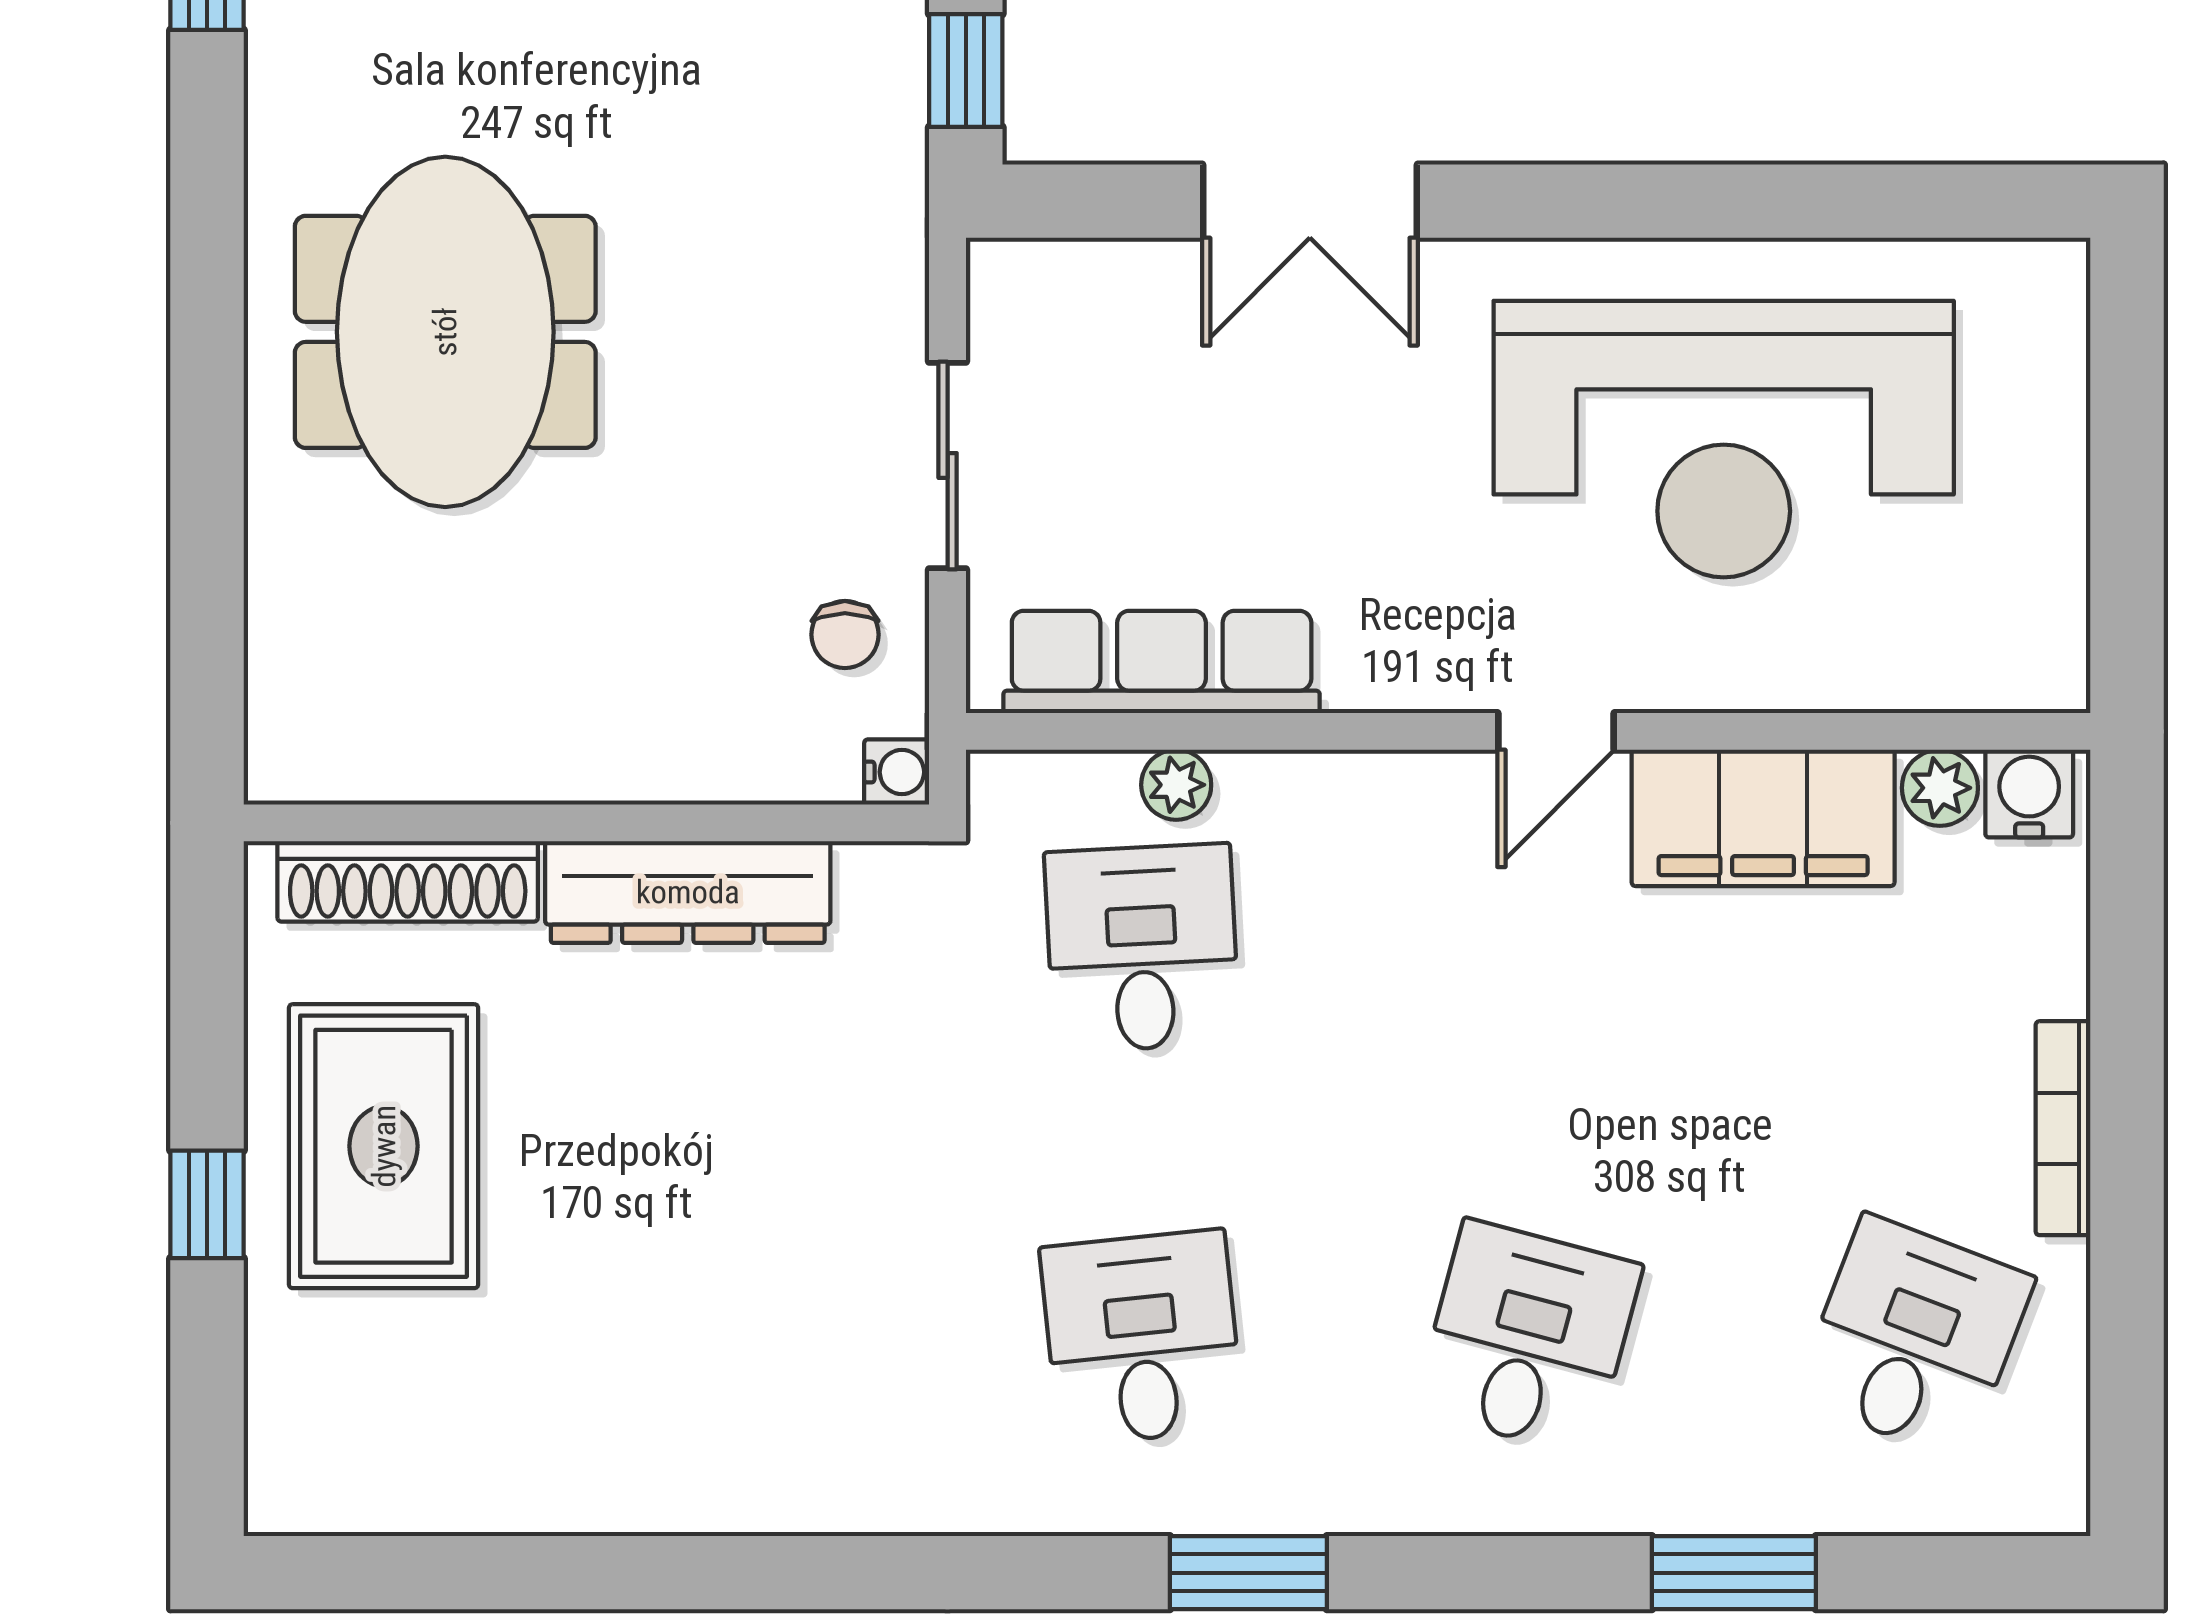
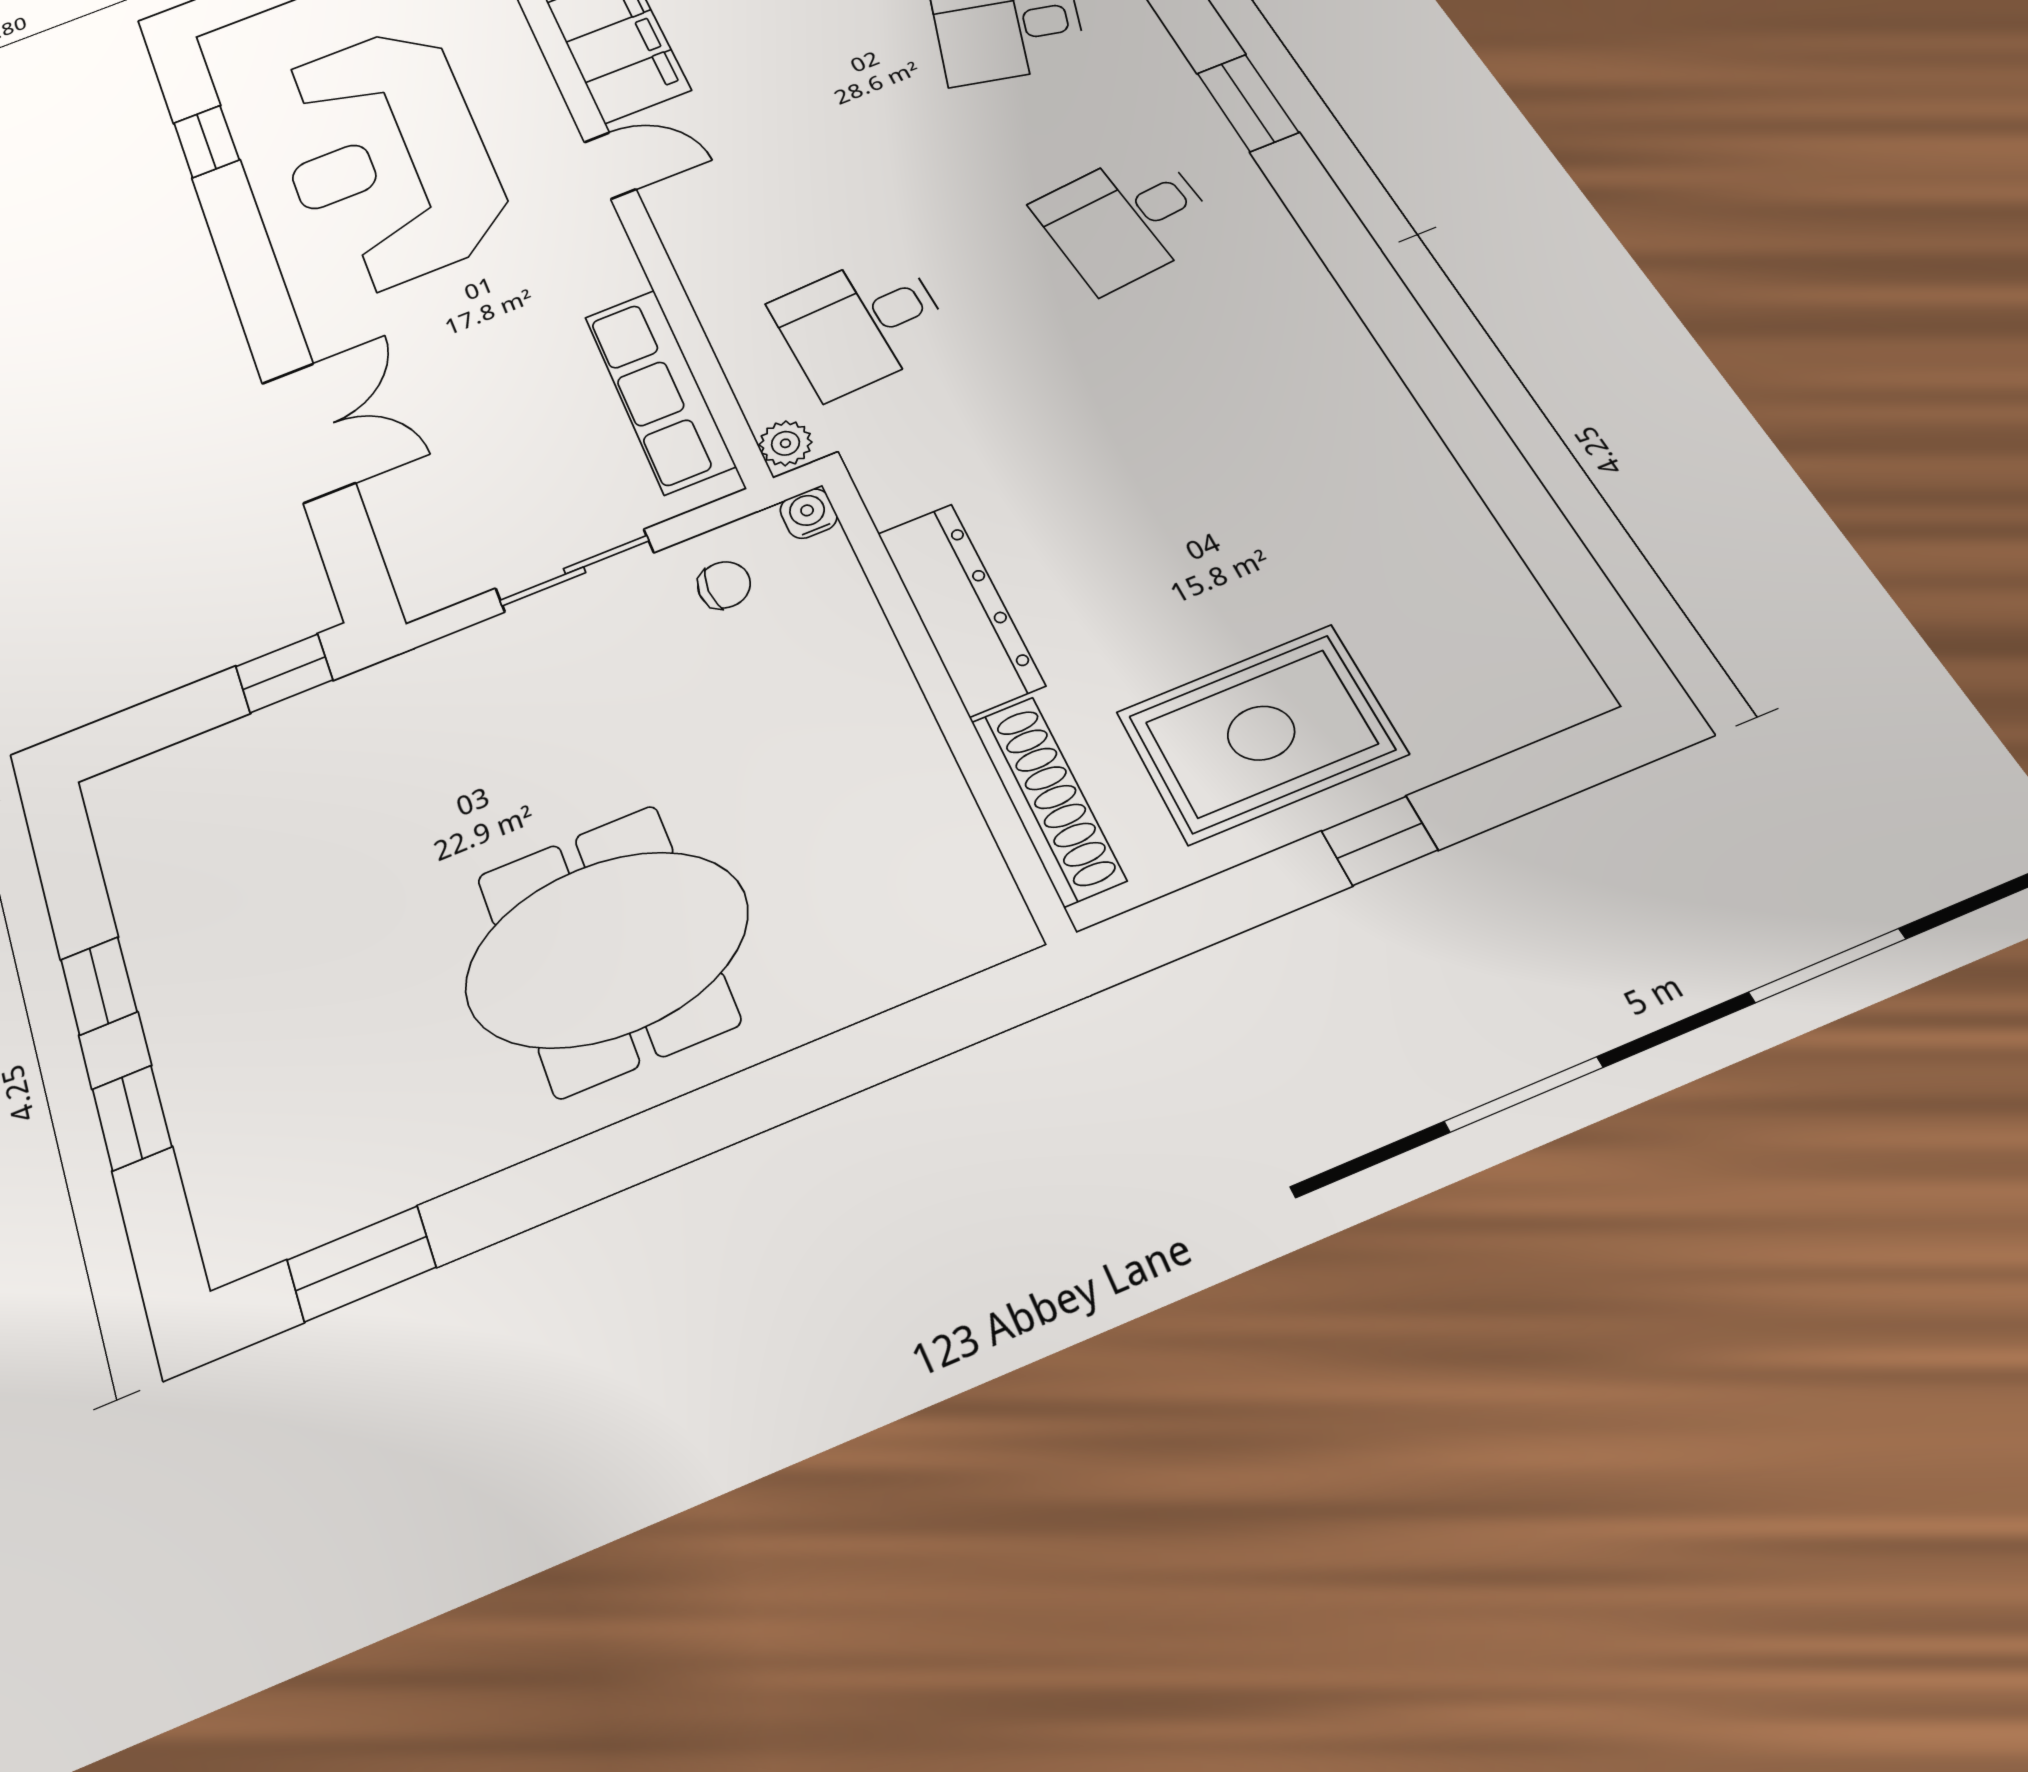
window: (1879, 201) -> (206, 141), added
reception desk: (1724, 439) -> (386, 157), turned 180
plant: (1176, 785) -> (785, 443), moved

